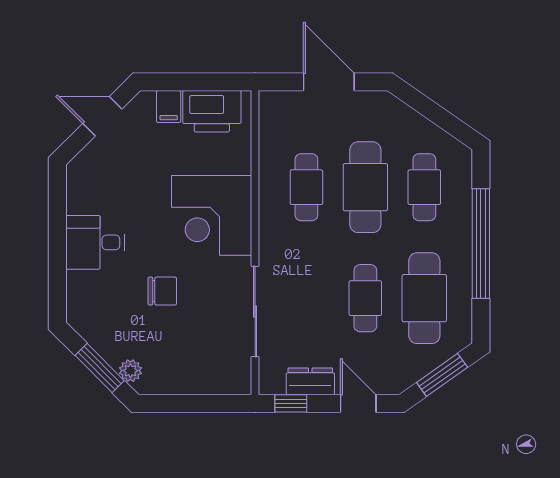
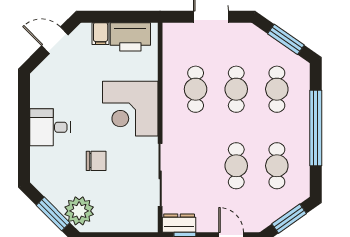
window: (437, 115) -> (286, 39), added
cafe table: (365, 187) -> (236, 89), width x0.73, depth x0.74
cafe table: (424, 298) -> (277, 166), width x0.73, depth x0.74
plant: (130, 371) -> (79, 211), width x1.87, depth x1.87
dresser: (310, 381) -> (179, 223), moved

